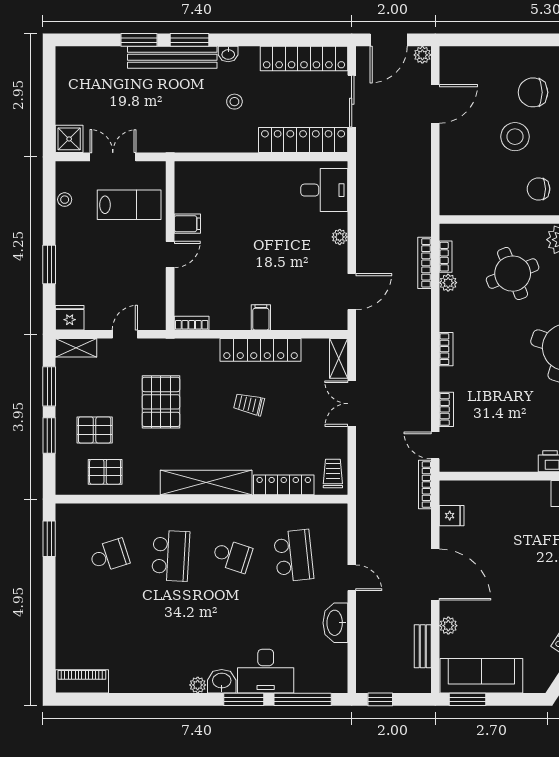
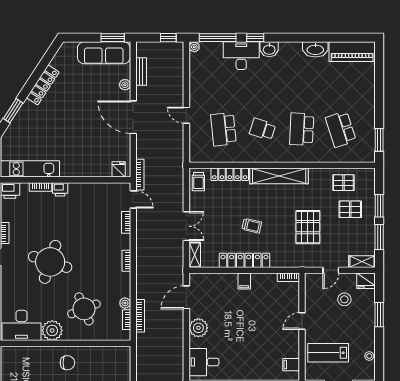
filing cabinet: (187, 224) -> (291, 365), moved
plant: (340, 237) -> (198, 328), width x1.88, depth x1.88
stool: (104, 289) -> (344, 299), added
fridge: (452, 516) -> (119, 169), moved, turned 90
school desk: (109, 556) -> (341, 129), width x1.85
washbasin: (335, 623) -> (315, 49), moved, turned 90
piano: (82, 681) -> (352, 52), width x1.37, depth x1.33
plant: (198, 685) -> (194, 47), moved
window: (244, 699) -> (255, 38), width x0.67

